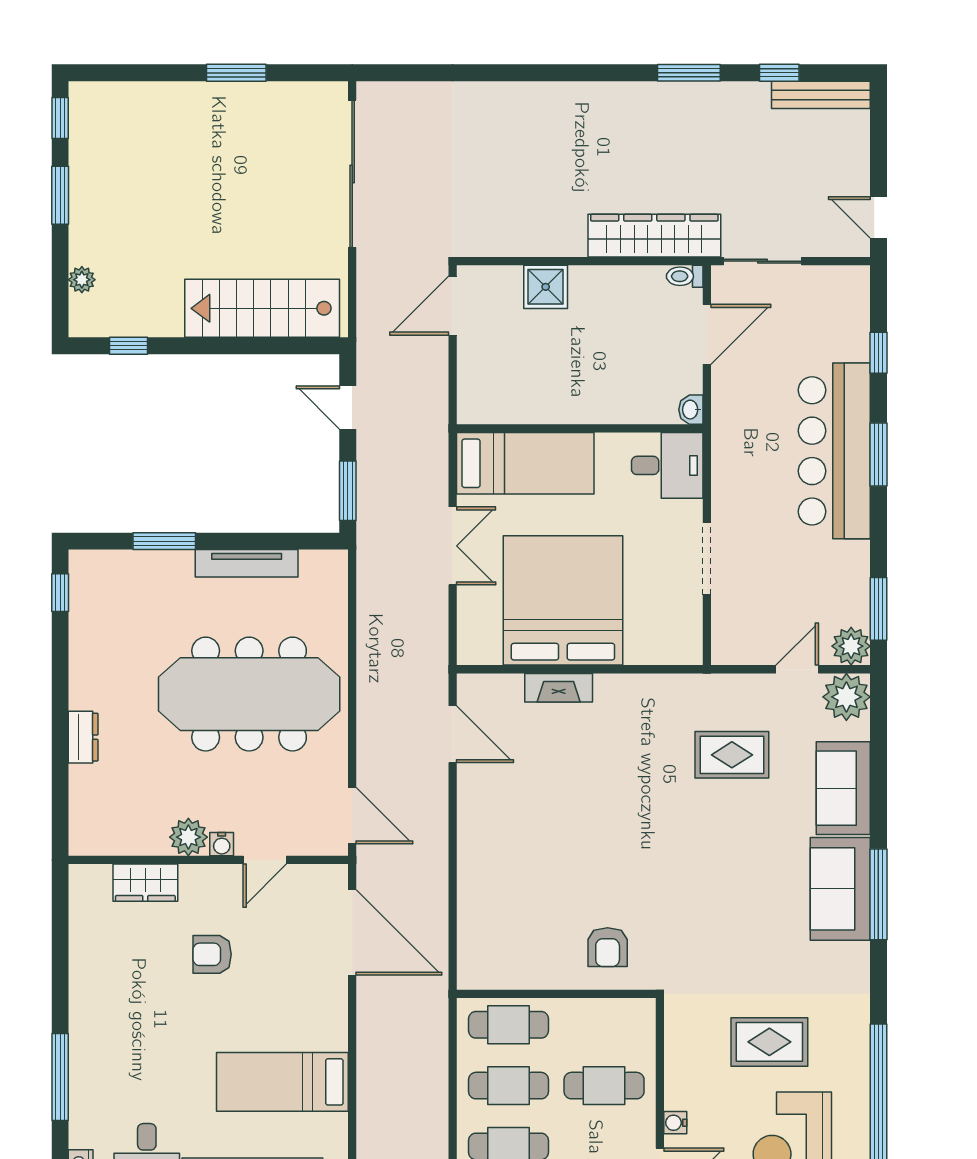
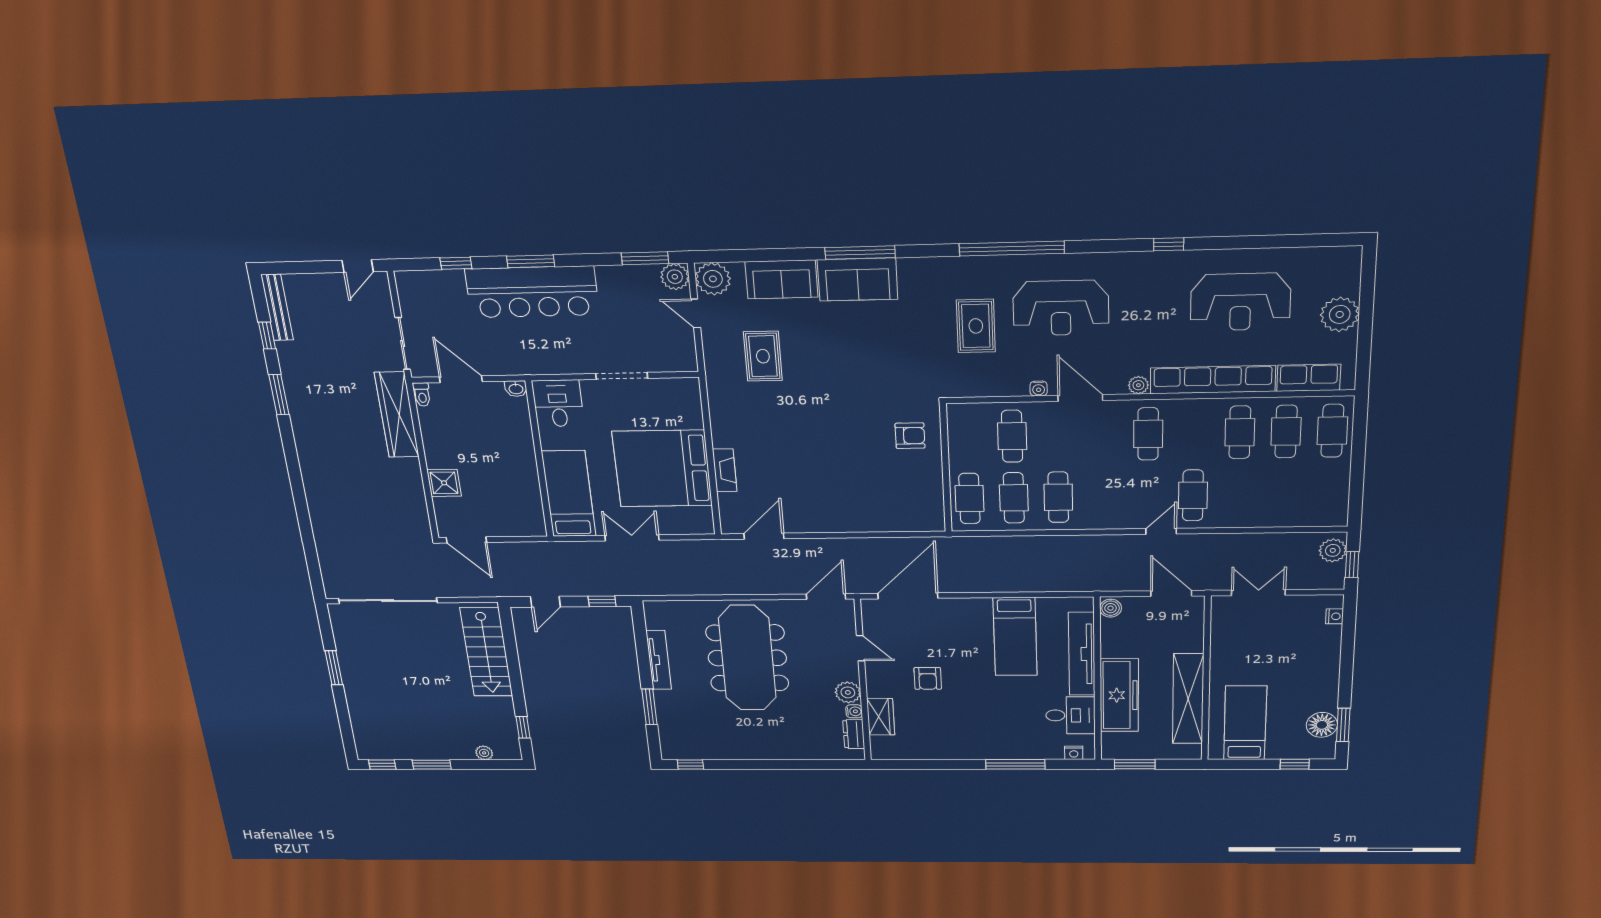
window: (348, 491) -> (602, 601), width x0.67
dresser: (83, 737) -> (854, 734), moved, turned -90
water cooler: (222, 844) -> (854, 711), moved

